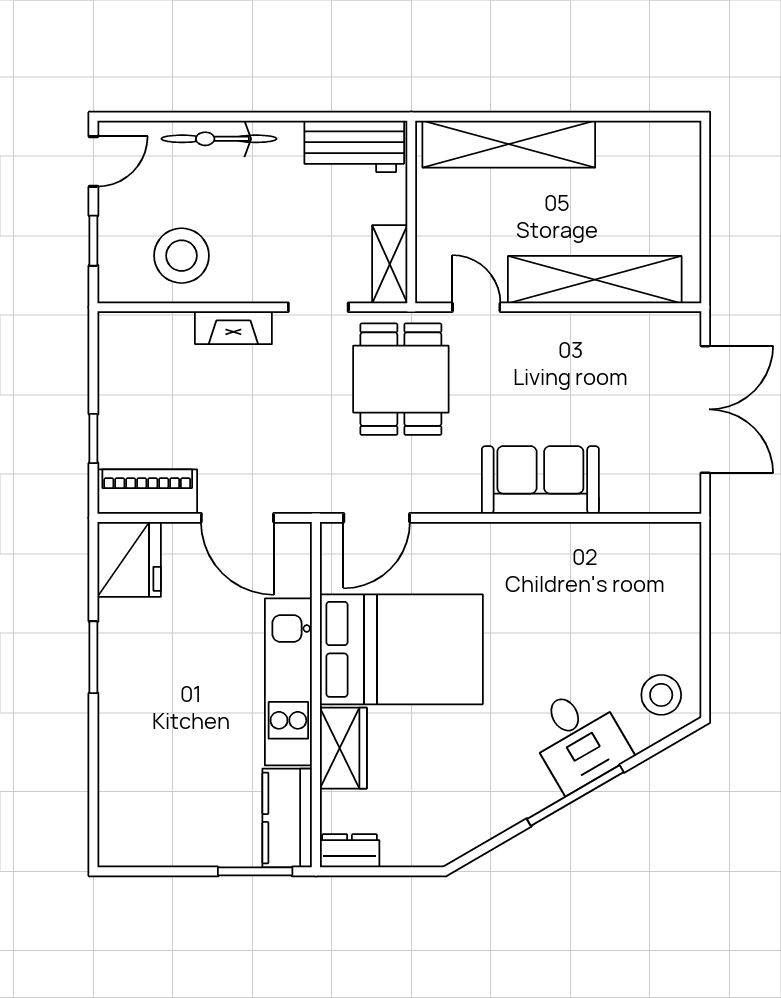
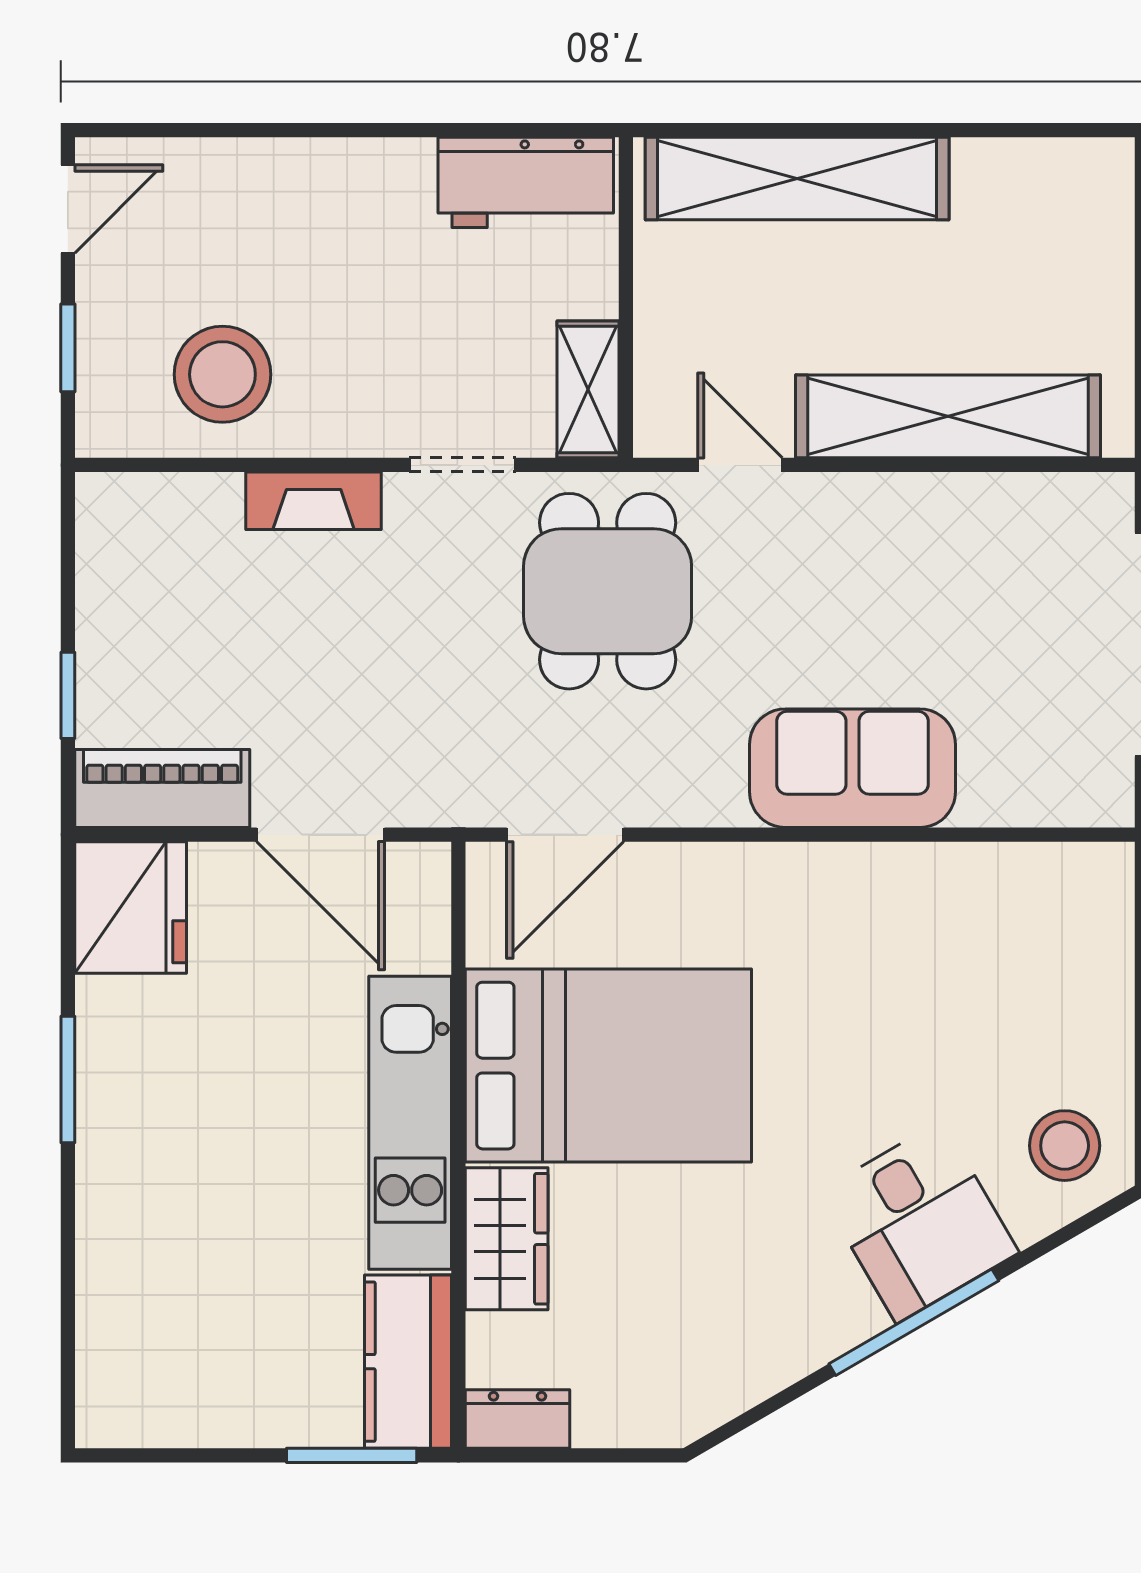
bicycle: (219, 139) -> (288, 169), removed

